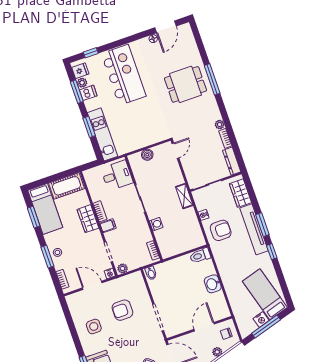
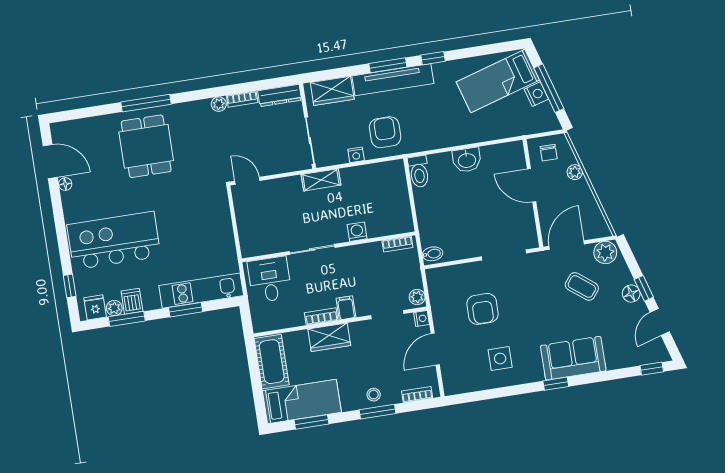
boiler: (147, 155) -> (246, 226), removed

